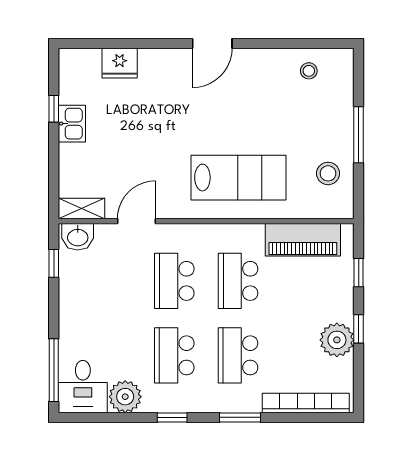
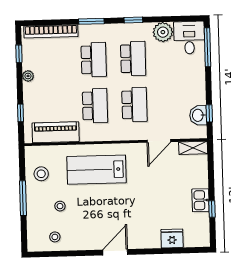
stool: (299, 120) -> (60, 206), added
washbasin: (78, 237) -> (198, 115), moved, turned -90
window: (359, 329) -> (19, 54), moved
plant: (337, 340) -> (28, 76), width x0.53, depth x0.53

